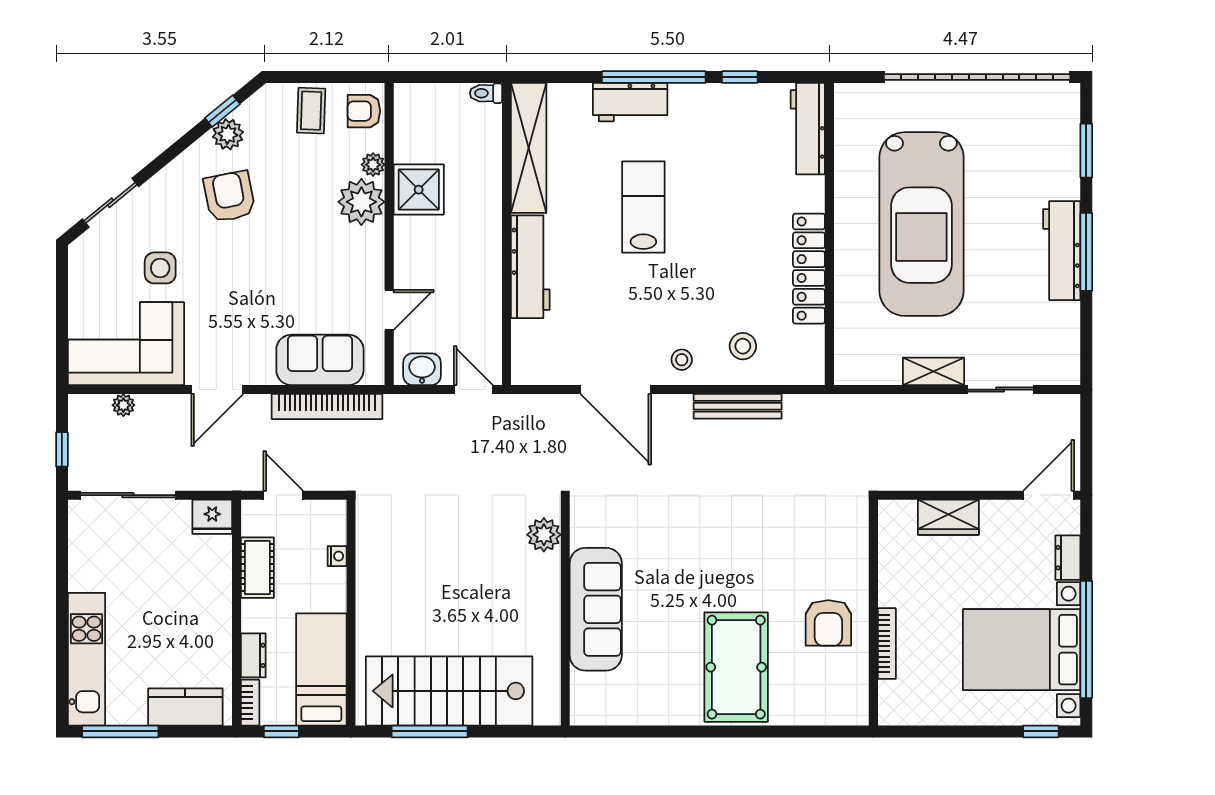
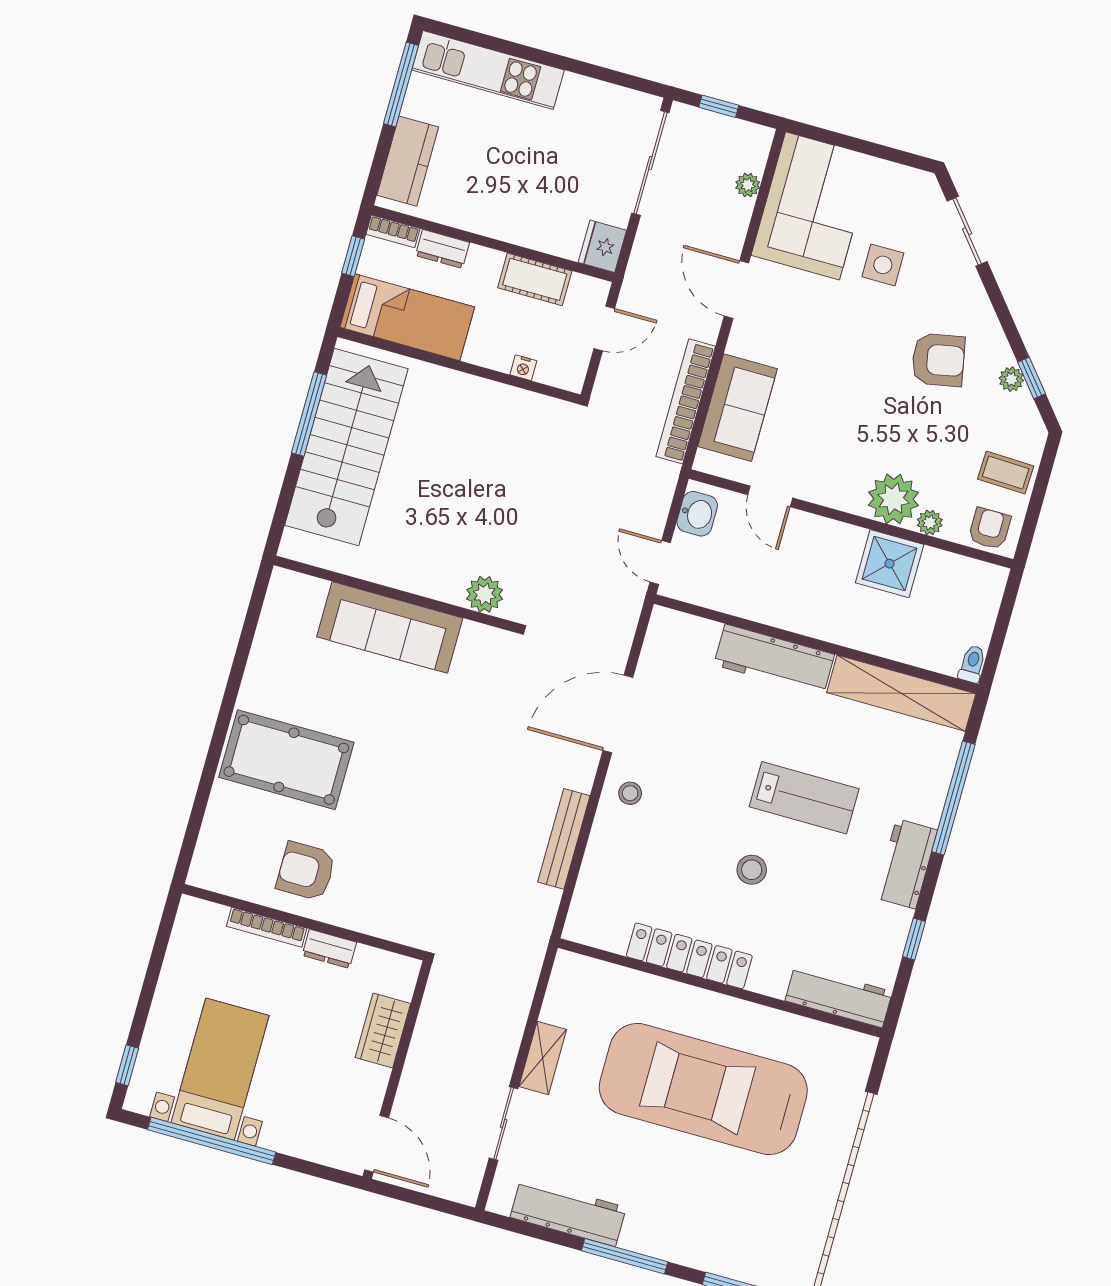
window: (654, 77) -> (953, 798), moved
workbench: (630, 102) -> (906, 864), moved
plant: (228, 134) -> (1011, 379), width x0.73, depth x0.73
workbench: (1062, 251) -> (568, 1212), moved
stool: (743, 346) -> (752, 870), moved
door: (473, 390) -> (660, 562), swing flipped
dresser: (1068, 558) -> (329, 949), moved, turned 180
bed with nightstands: (1022, 650) -> (220, 1069), width x0.73

